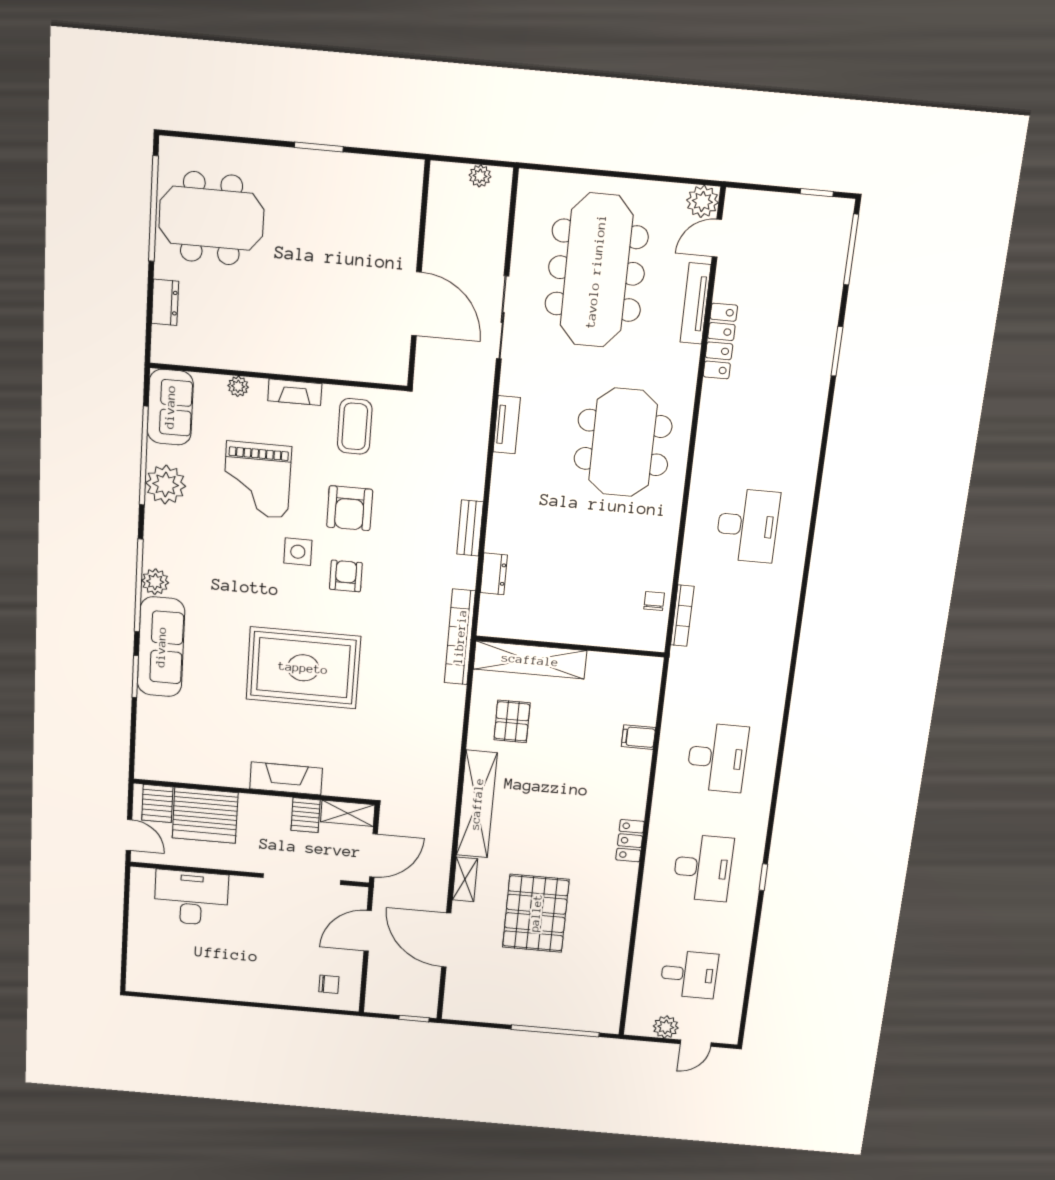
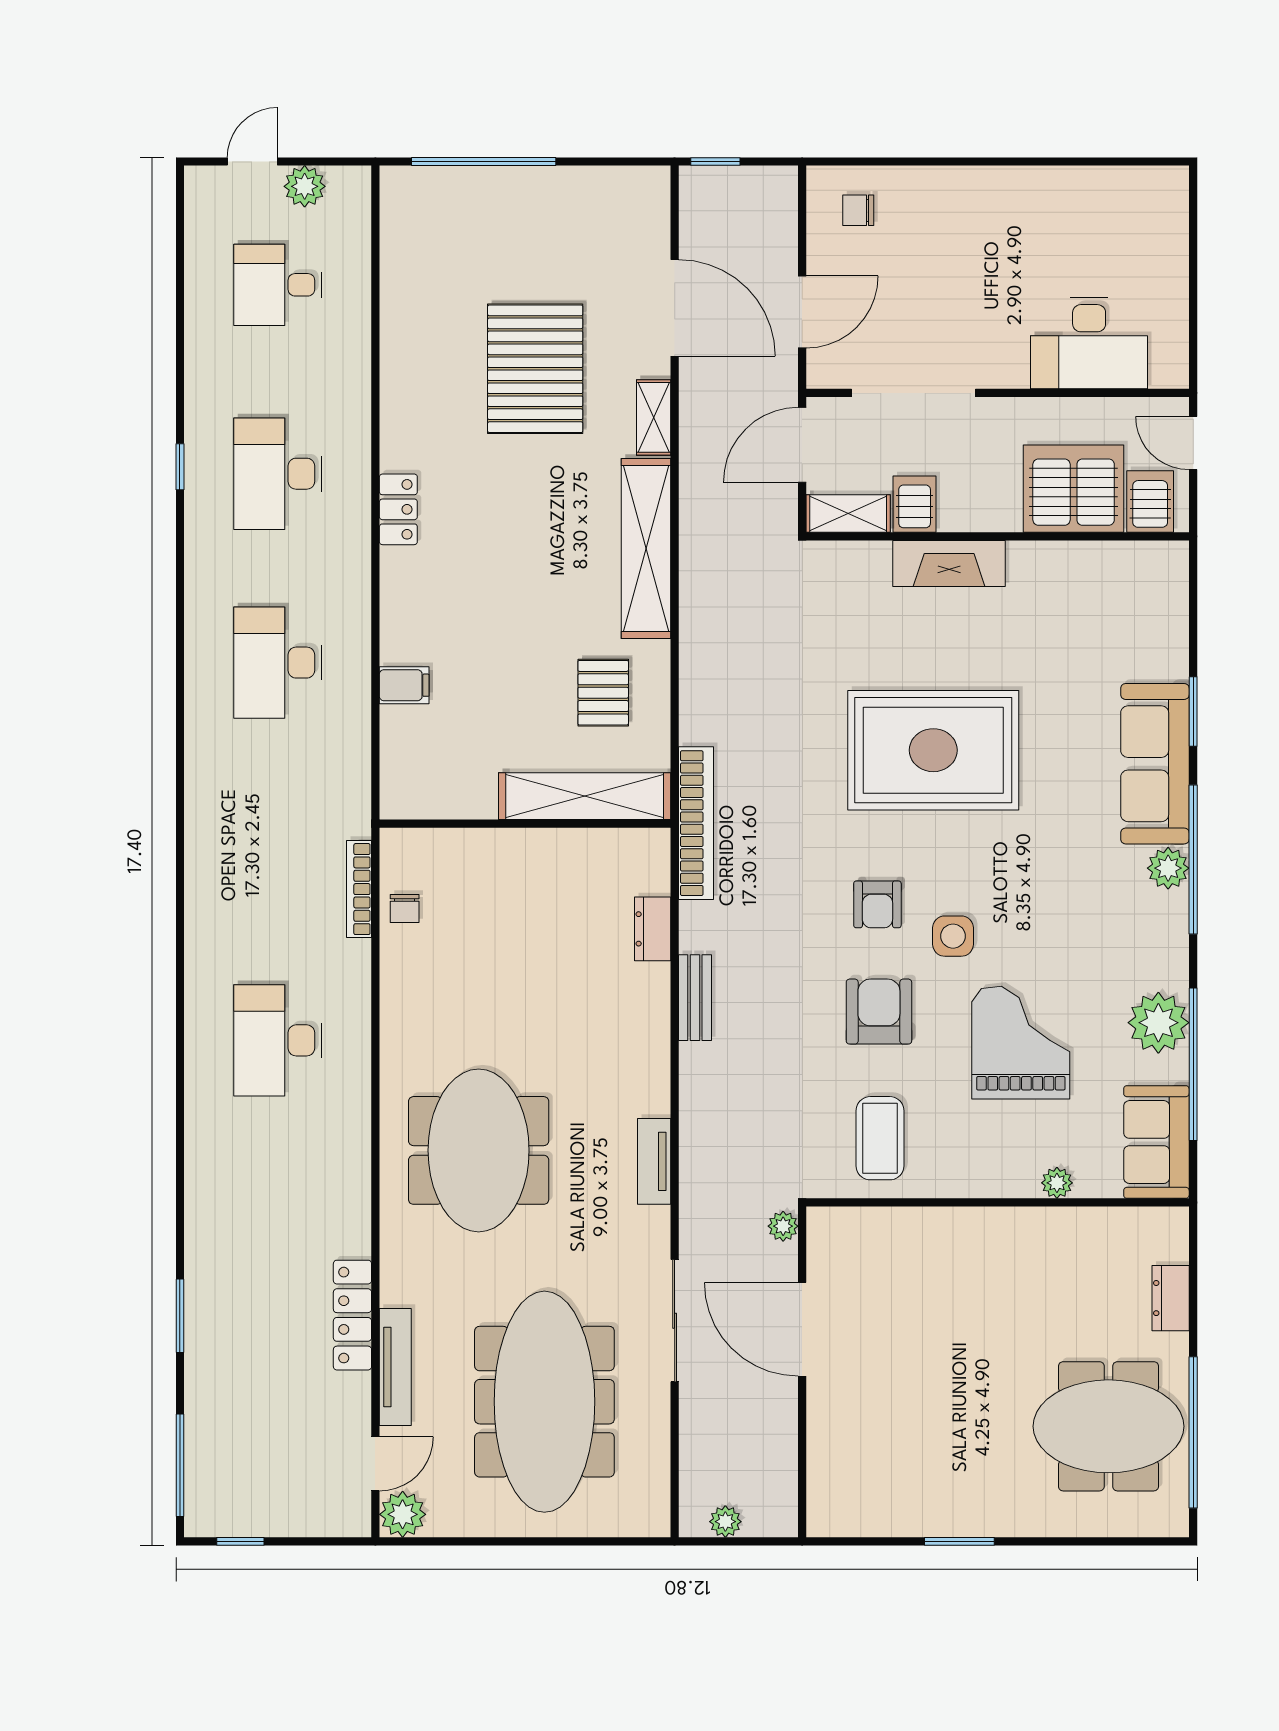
plant: (424, 374) -> (783, 1226), added
fireplace: (295, 392) -> (972, 1182), removed

